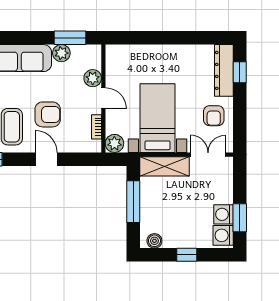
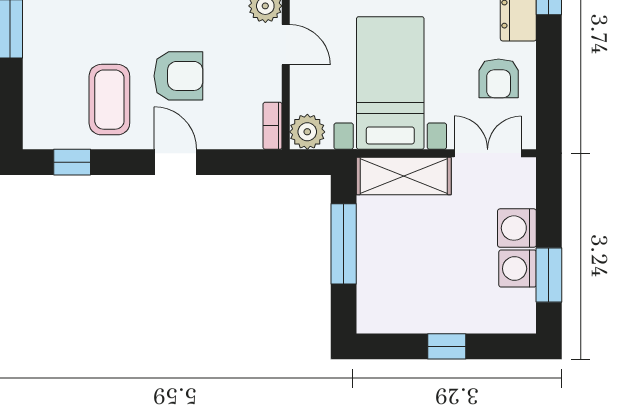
bookcase: (96, 127) -> (273, 126), moved
washing machine: (223, 235) -> (517, 228), moved
boiler: (154, 241) -> (384, 320), removed

